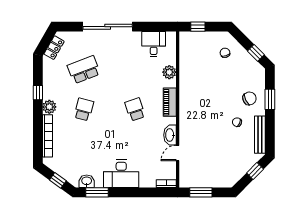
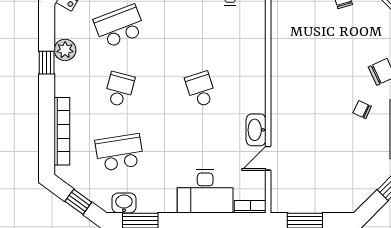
plant: (169, 72) -> (255, 30), removed
piano: (170, 102) -> (256, 78), removed
plant: (49, 107) -> (65, 50), moved
school desk: (84, 149) -> (119, 152), added
desk: (121, 174) -> (205, 191), moved

